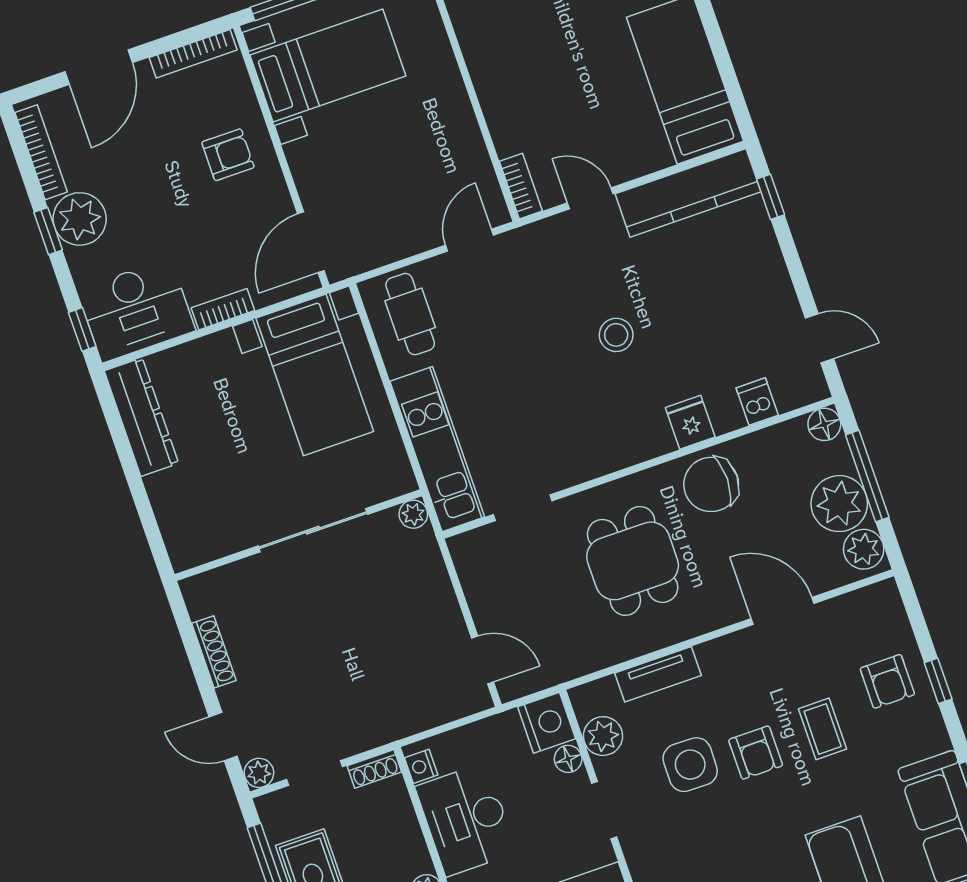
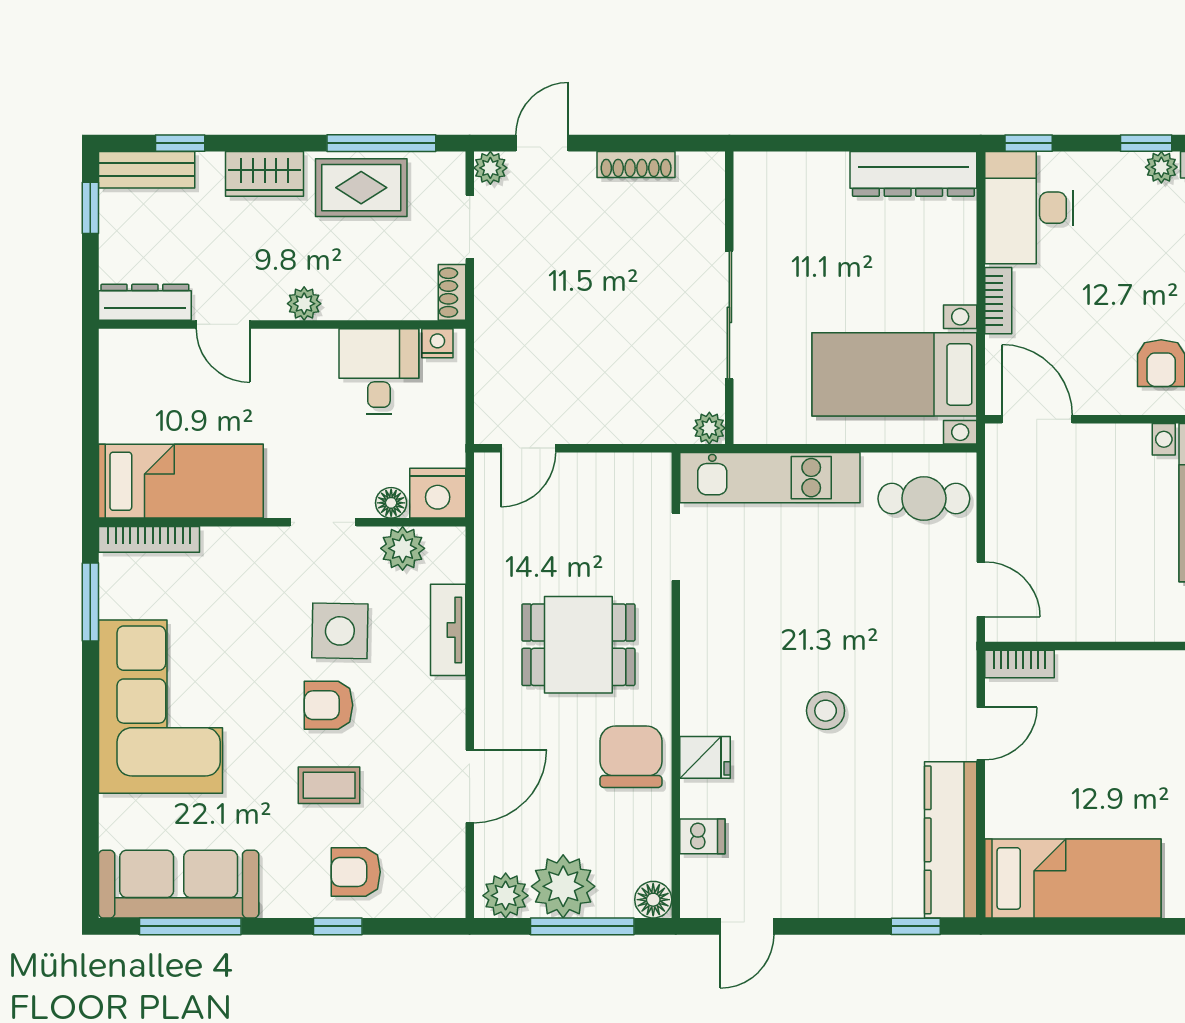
plant: (80, 219) -> (1161, 167), width x0.53, depth x0.53
desk: (466, 820) -> (379, 371), width x0.73

